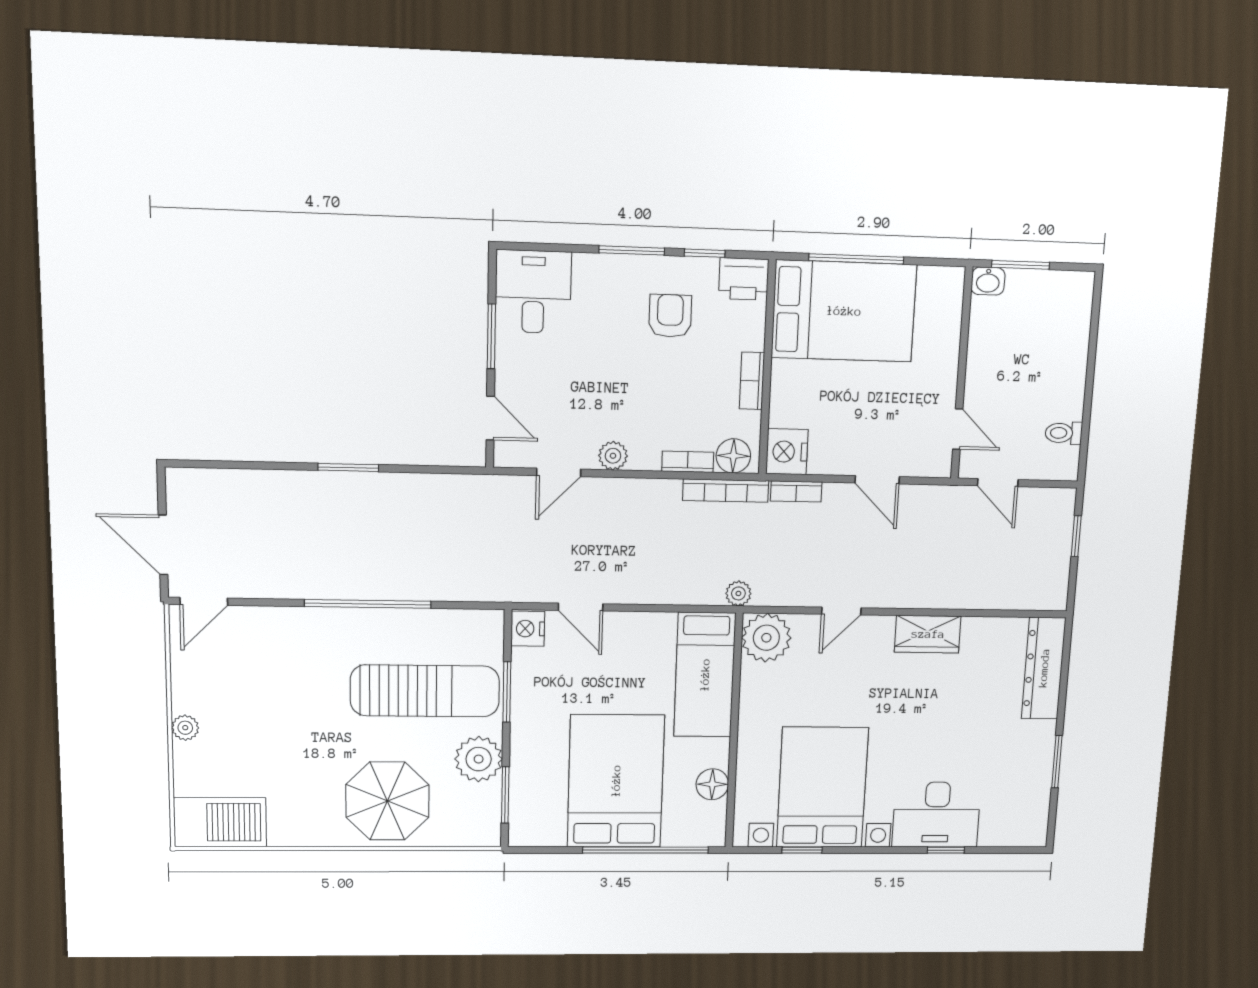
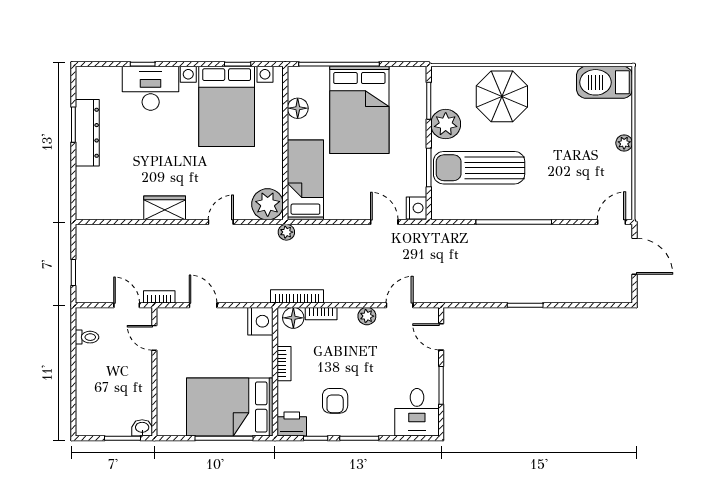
bookcase: (796, 491) -> (159, 297), moved
dresser: (1044, 668) -> (87, 133), moved

